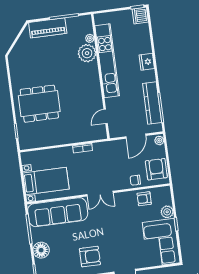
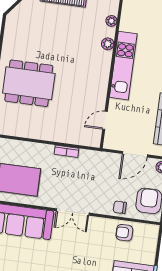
plant: (87, 53) -> (108, 44), width x0.53, depth x0.53
kitchen unit: (107, 61) -> (123, 66), width x0.73
plant: (167, 212) -> (148, 256), removed

